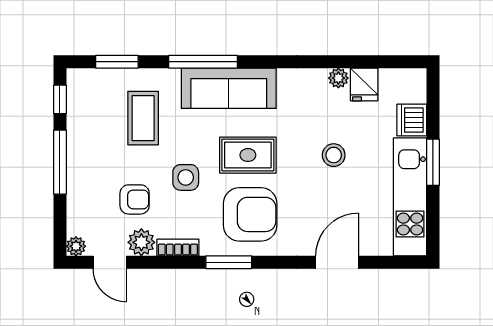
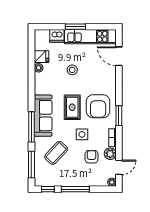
window: (117, 62) -> (31, 164), width x1.44
coffee table: (143, 118) -> (56, 153), turned -47
armchair: (250, 214) -> (98, 106), turned 180
door: (337, 262) -> (119, 56), moved

